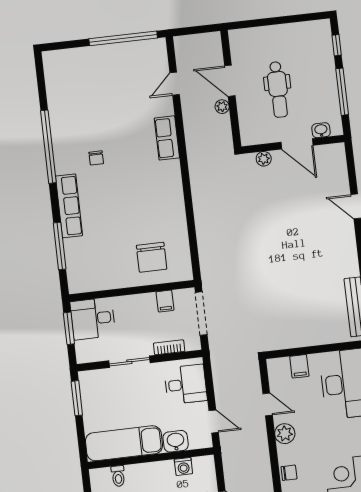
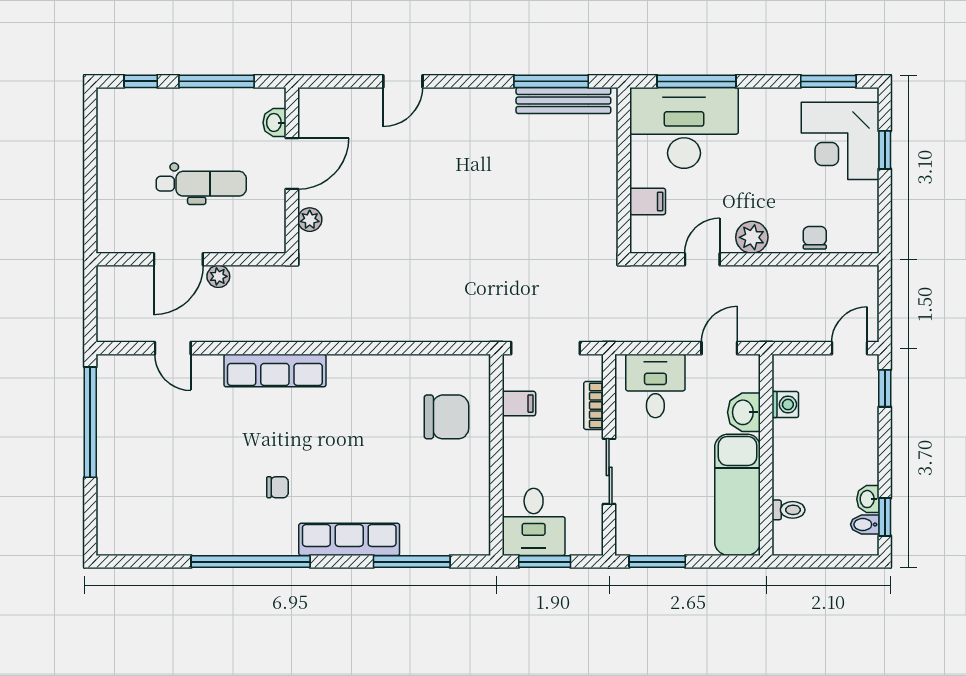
row of seats: (167, 138) -> (275, 371), width x1.48

